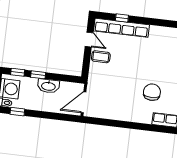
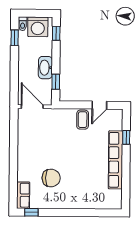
row of seats: (121, 28) -> (115, 160), moved
window: (38, 75) -> (56, 82), moved

